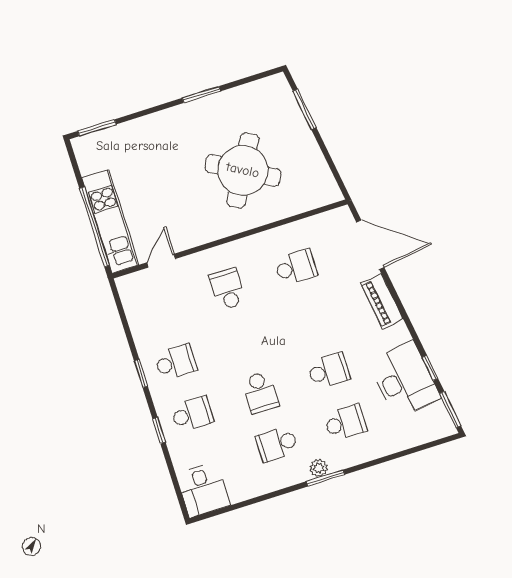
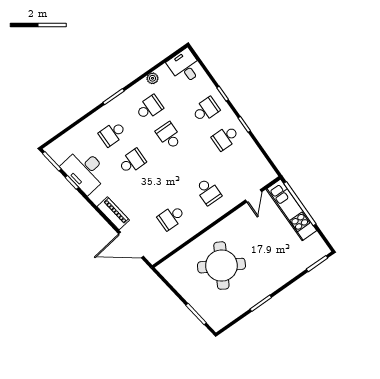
school desk: (329, 371) -> (132, 162), turned 180
school desk: (192, 414) -> (206, 110), turned 180
plant: (319, 468) -> (153, 78), moved

